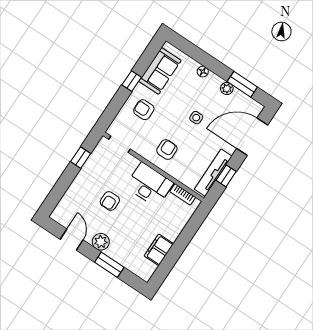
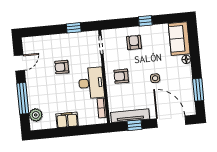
sofa: (160, 71) -> (179, 39), moved, turned 90
plant: (227, 89) -> (188, 82), removed
armchair: (167, 150) -> (121, 76), turned 180
plant: (101, 242) -> (36, 115), moved
filing cabinet: (159, 250) -> (67, 120), moved
window: (109, 265) -> (23, 98), width x1.44

